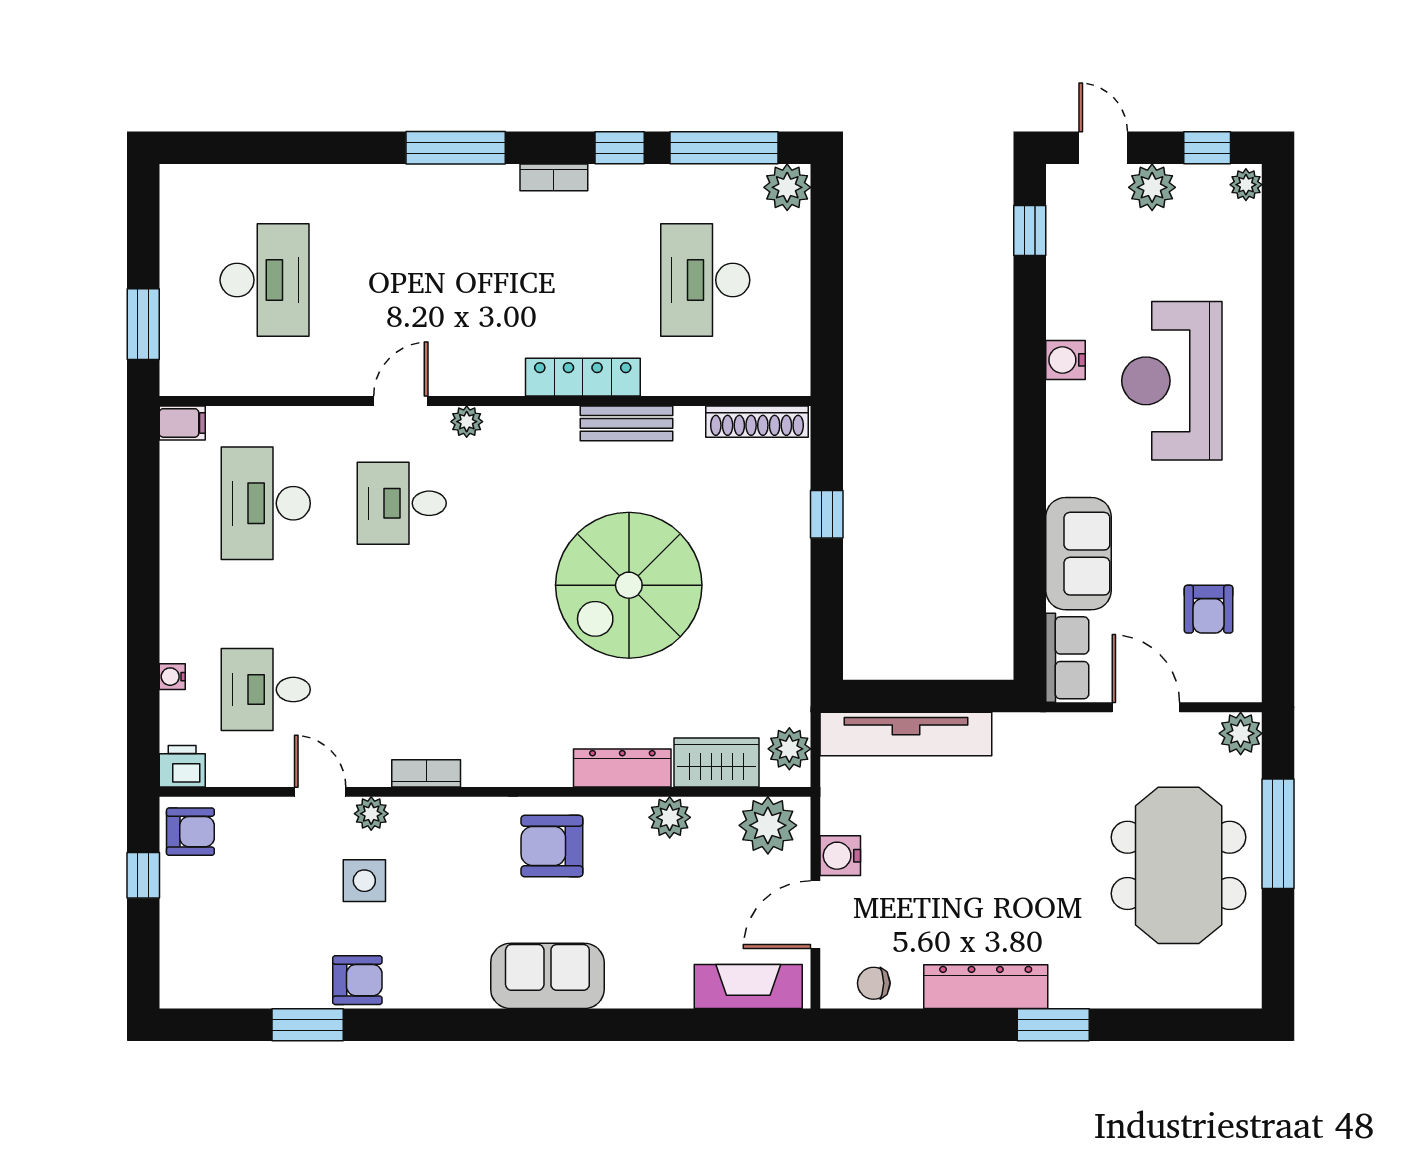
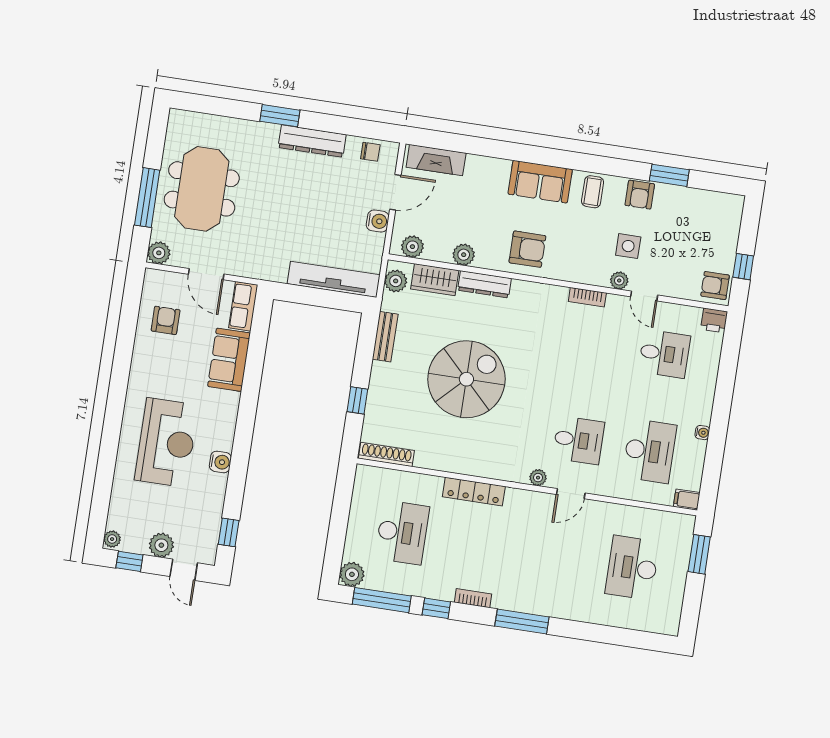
bench: (627, 423) -> (385, 337), moved, turned 90
water cooler: (172, 677) -> (702, 433), moved
plant: (768, 825) -> (412, 247), width x0.73, depth x0.73
coffee table: (447, 972) -> (593, 192), added
armchair: (357, 980) -> (640, 195), turned -90

